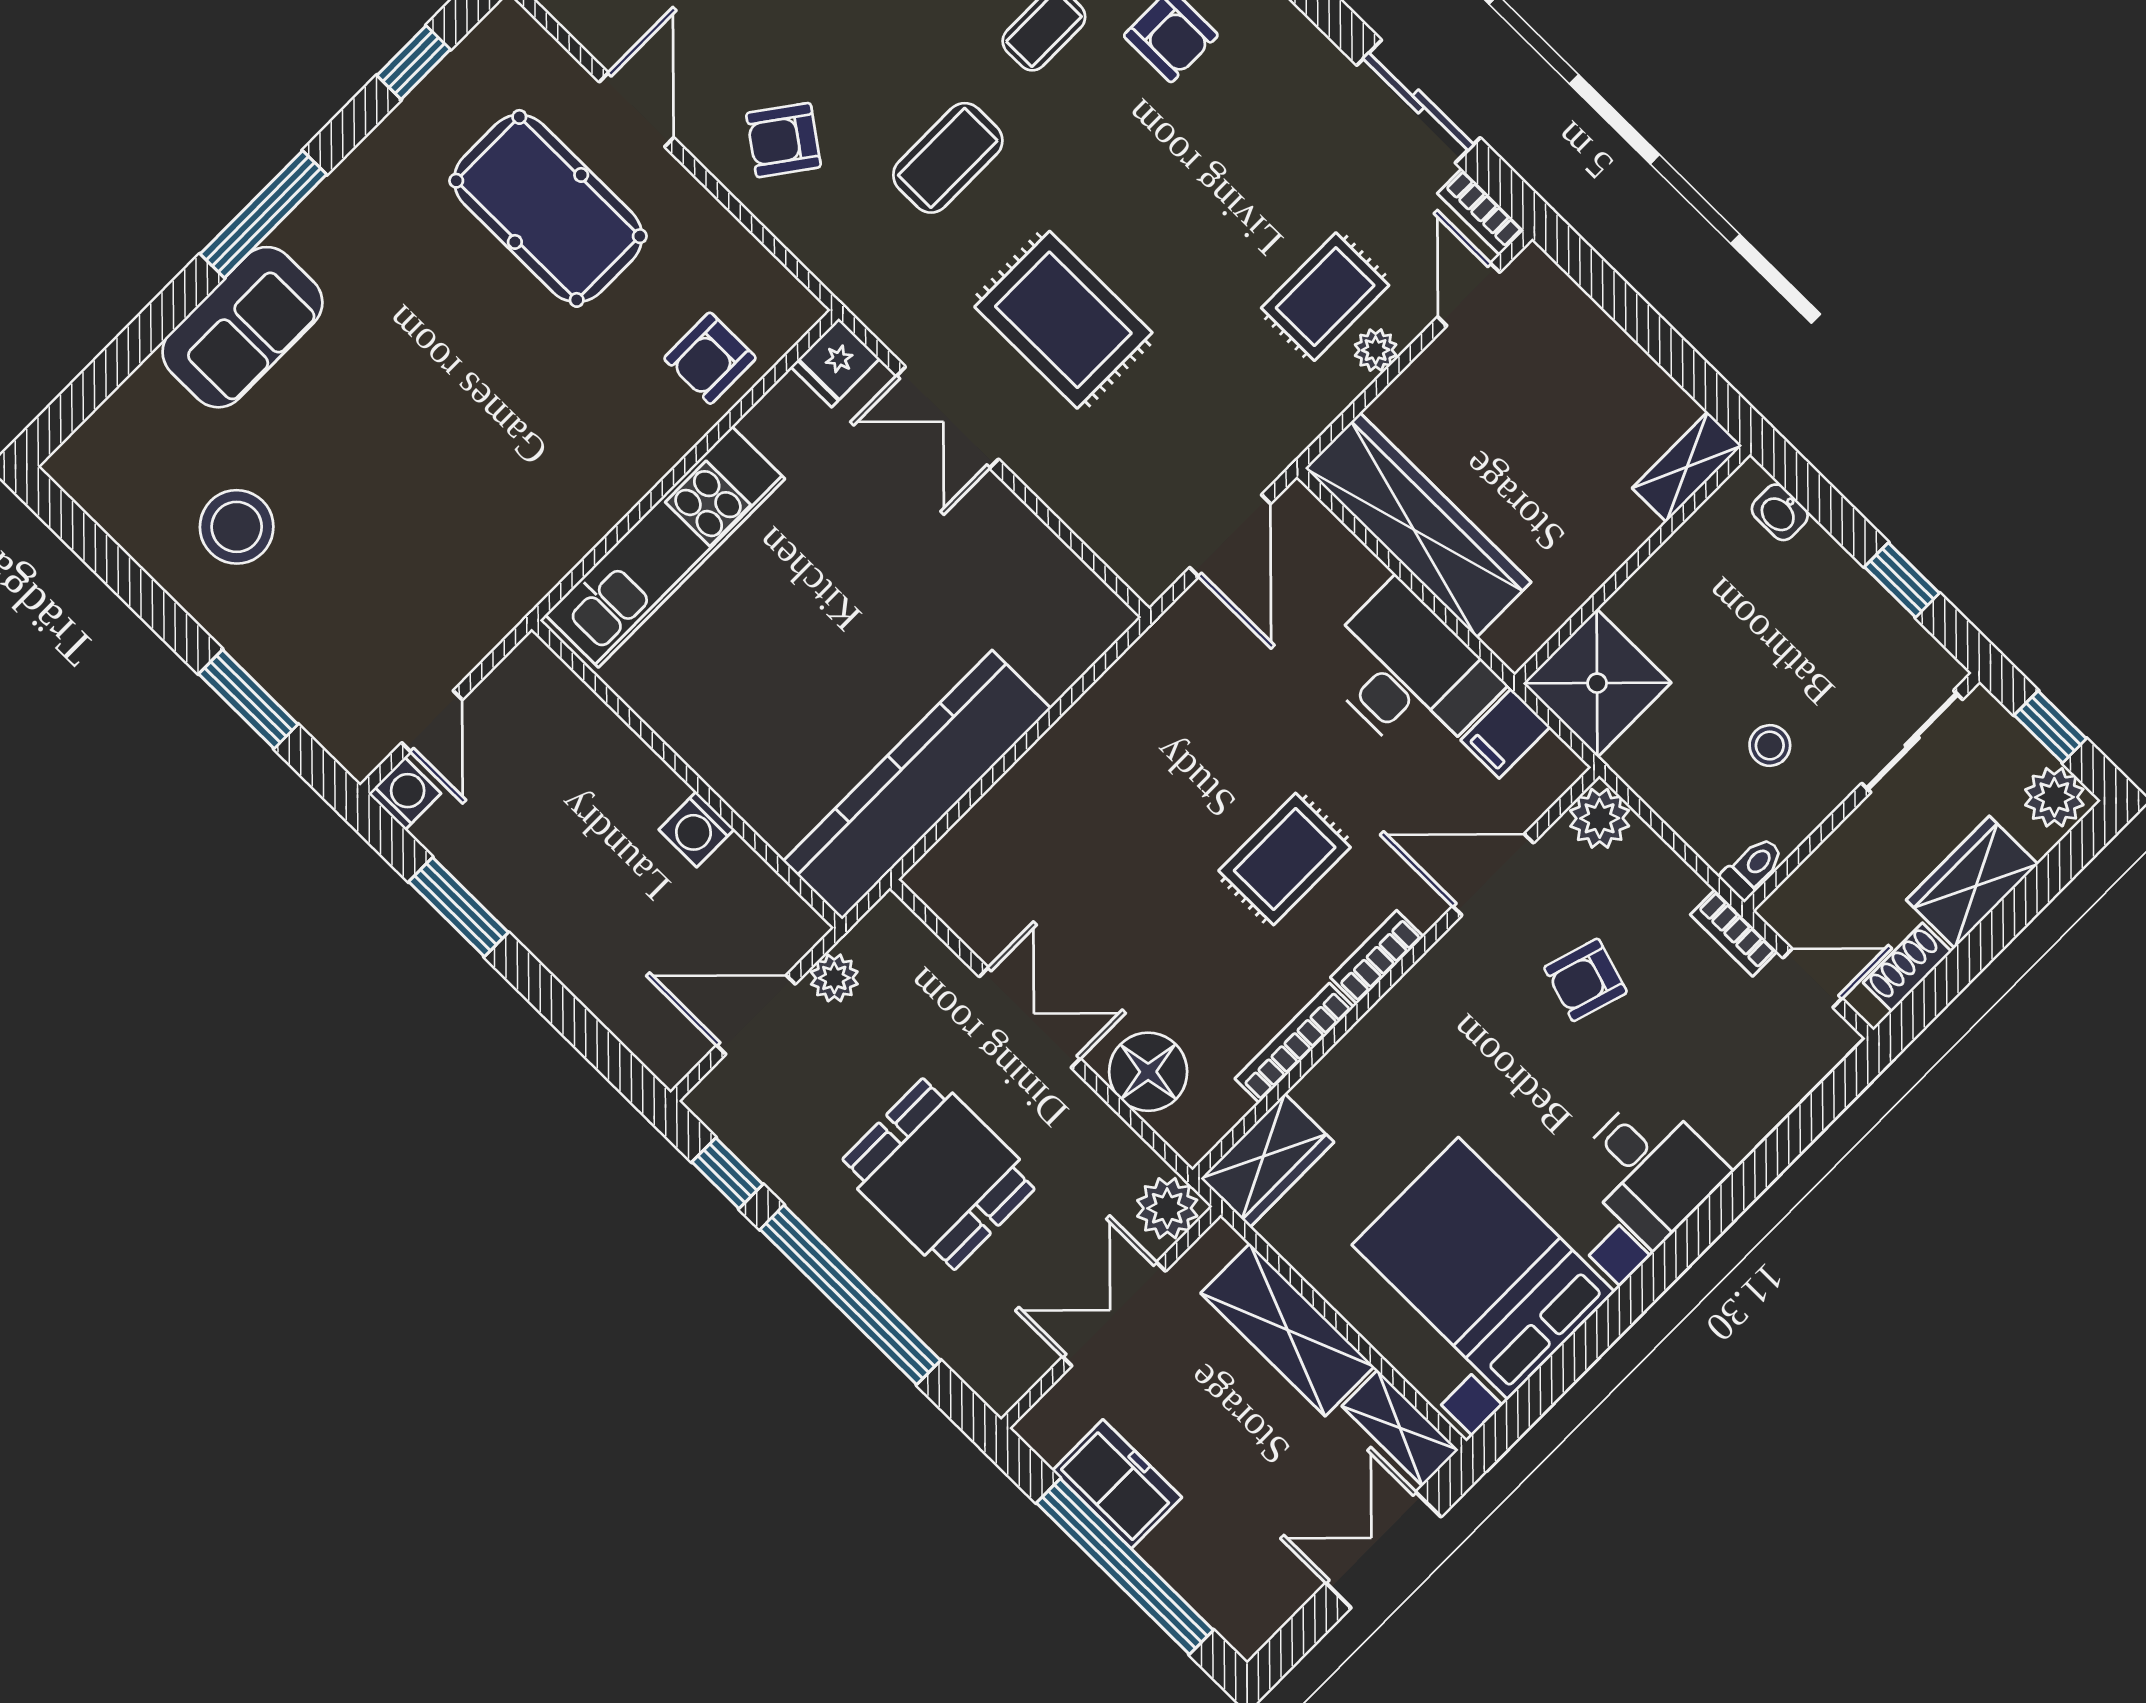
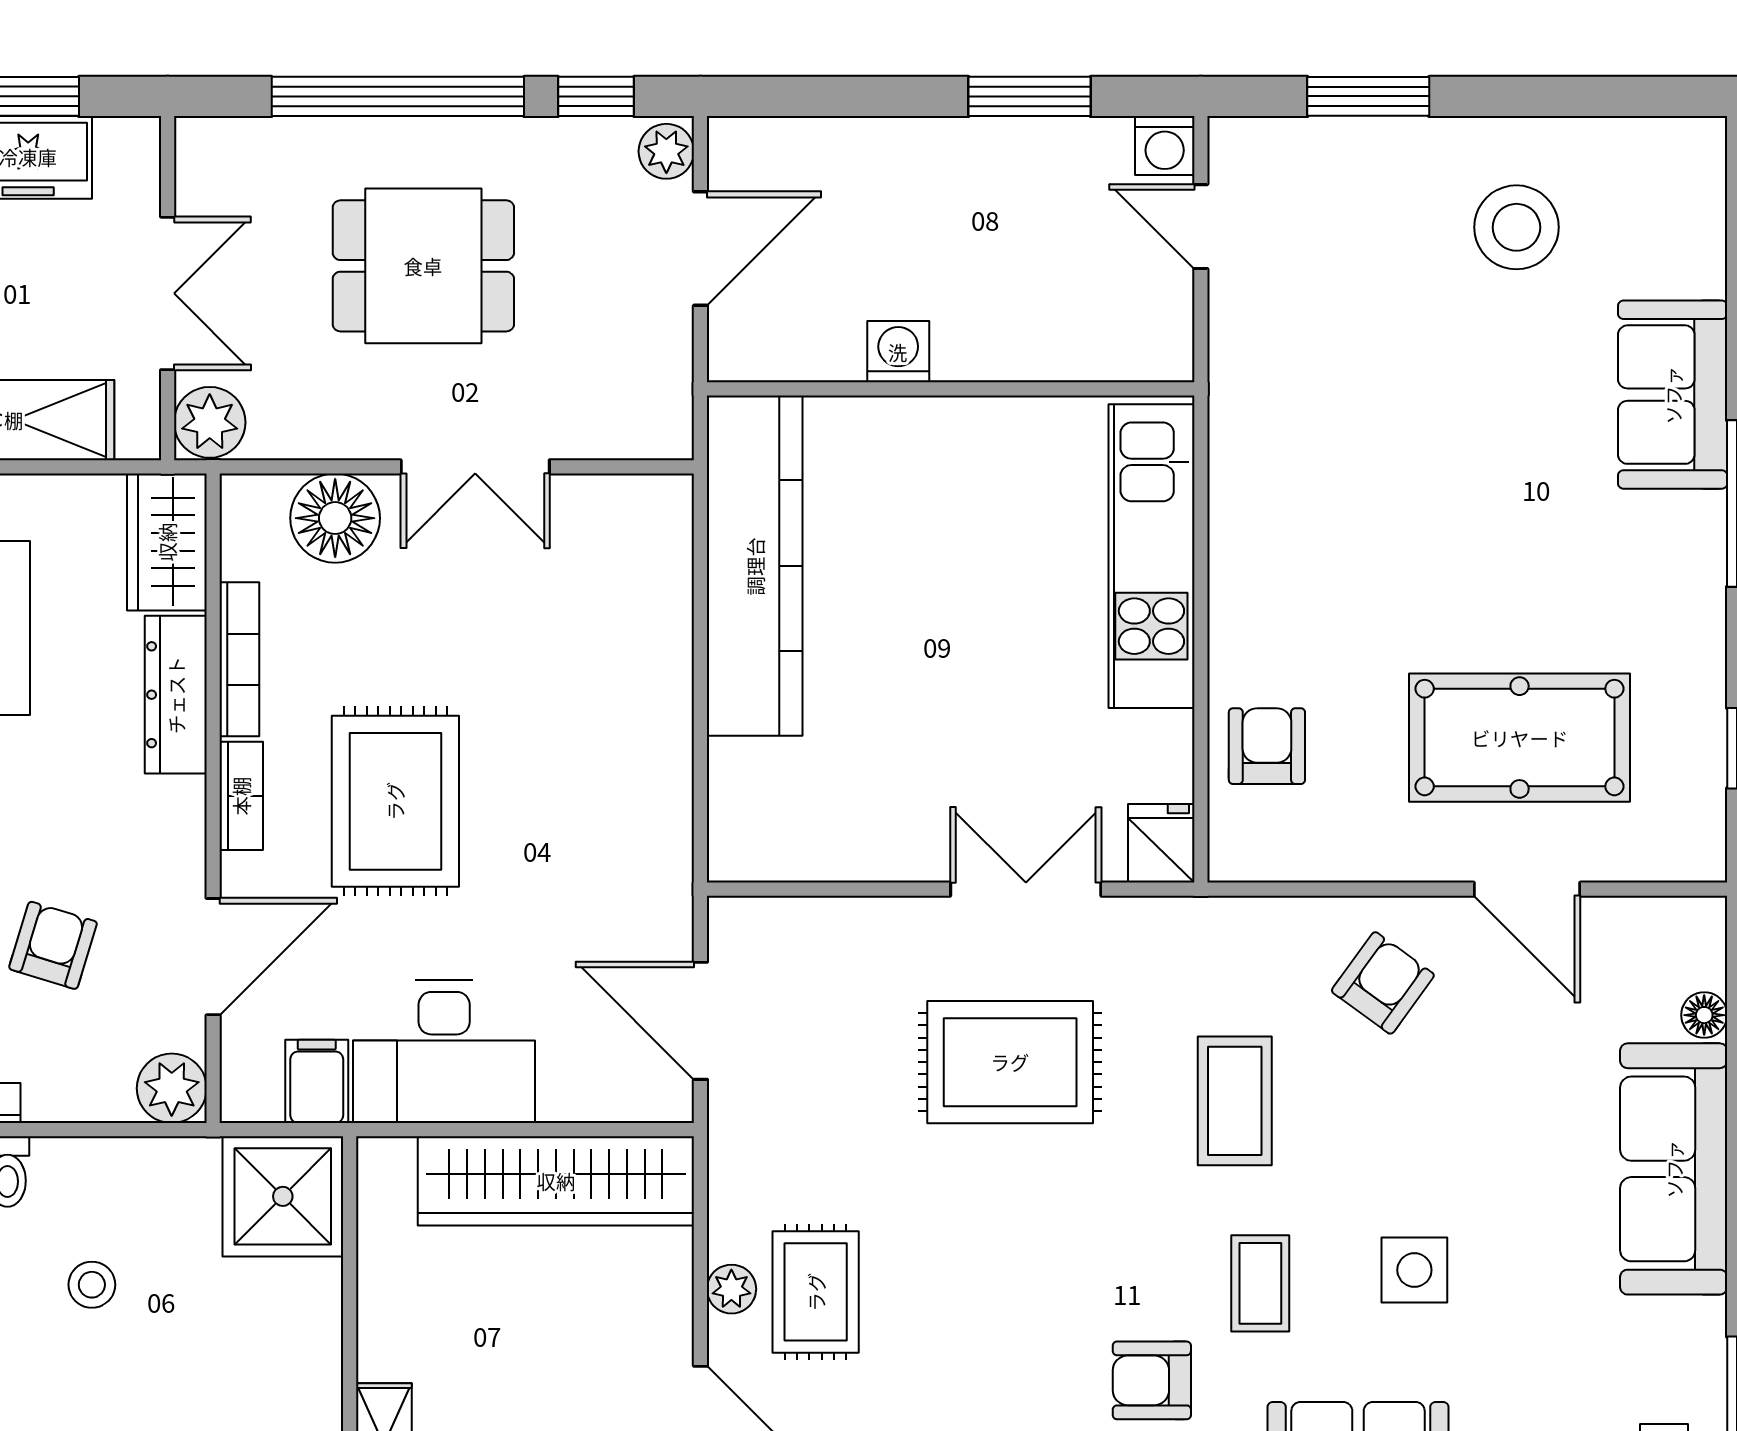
rug: (1285, 859) -> (395, 801), width x1.36, depth x1.43
plant: (834, 978) -> (666, 151), moved
dresser: (1356, 1060) -> (176, 695), added

